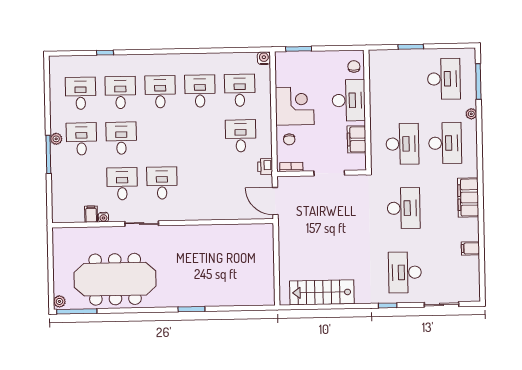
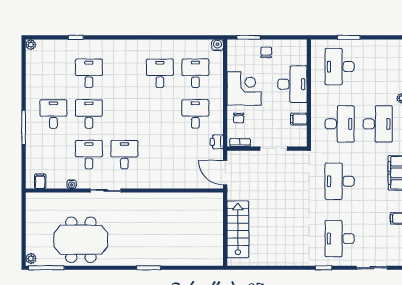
chair: (354, 66) -> (266, 52), moved
desk: (444, 79) -> (340, 67), moved, turned 180
desk: (160, 92) -> (124, 73), removed
desk: (81, 93) -> (53, 73), removed
plant: (56, 139) -> (31, 45), moved
filing cabinet: (357, 139) -> (299, 119), width x0.50
desk: (404, 208) -> (340, 181), turned 180
filing cabinet: (91, 214) -> (40, 181), moved
meeting table: (115, 279) -> (81, 240), width x0.73
stairs: (322, 292) -> (238, 229), moved, turned 90

